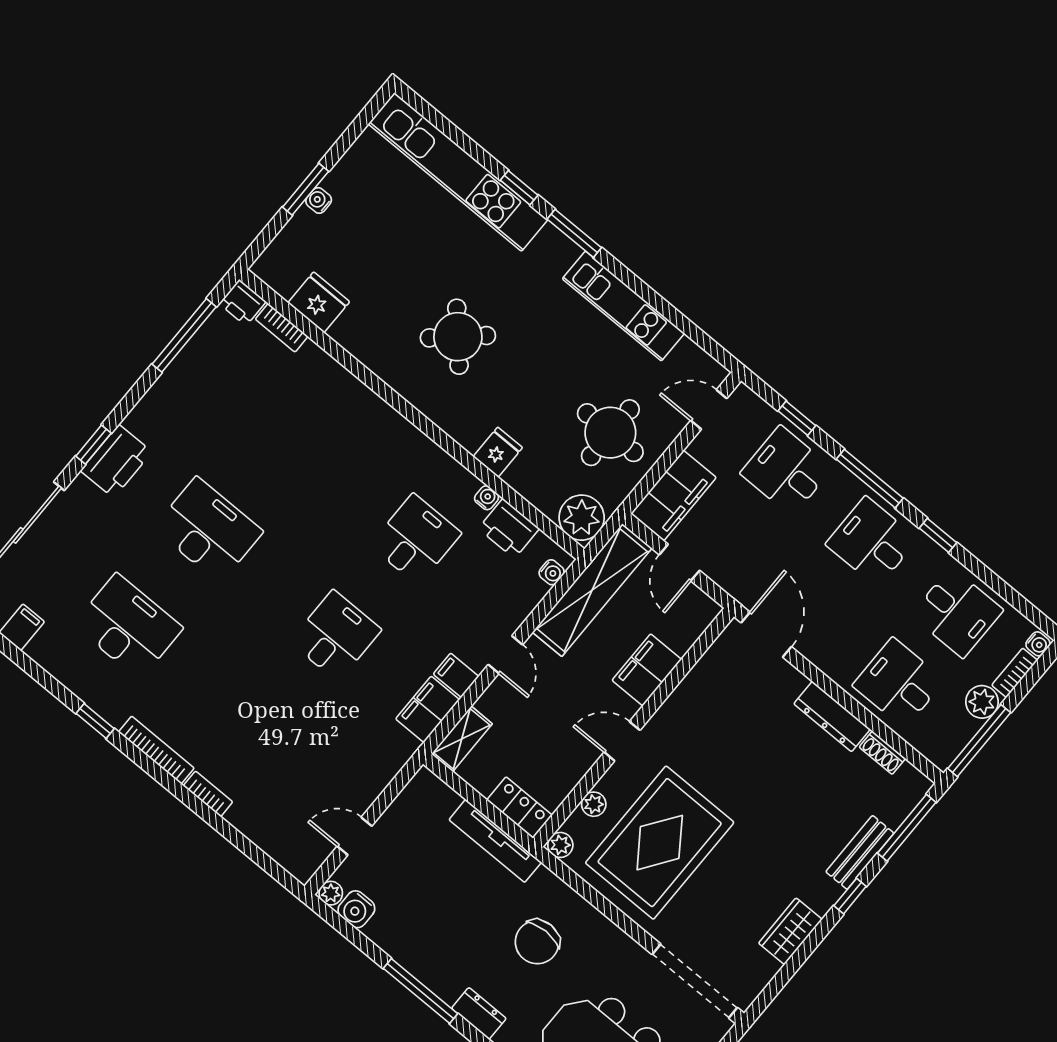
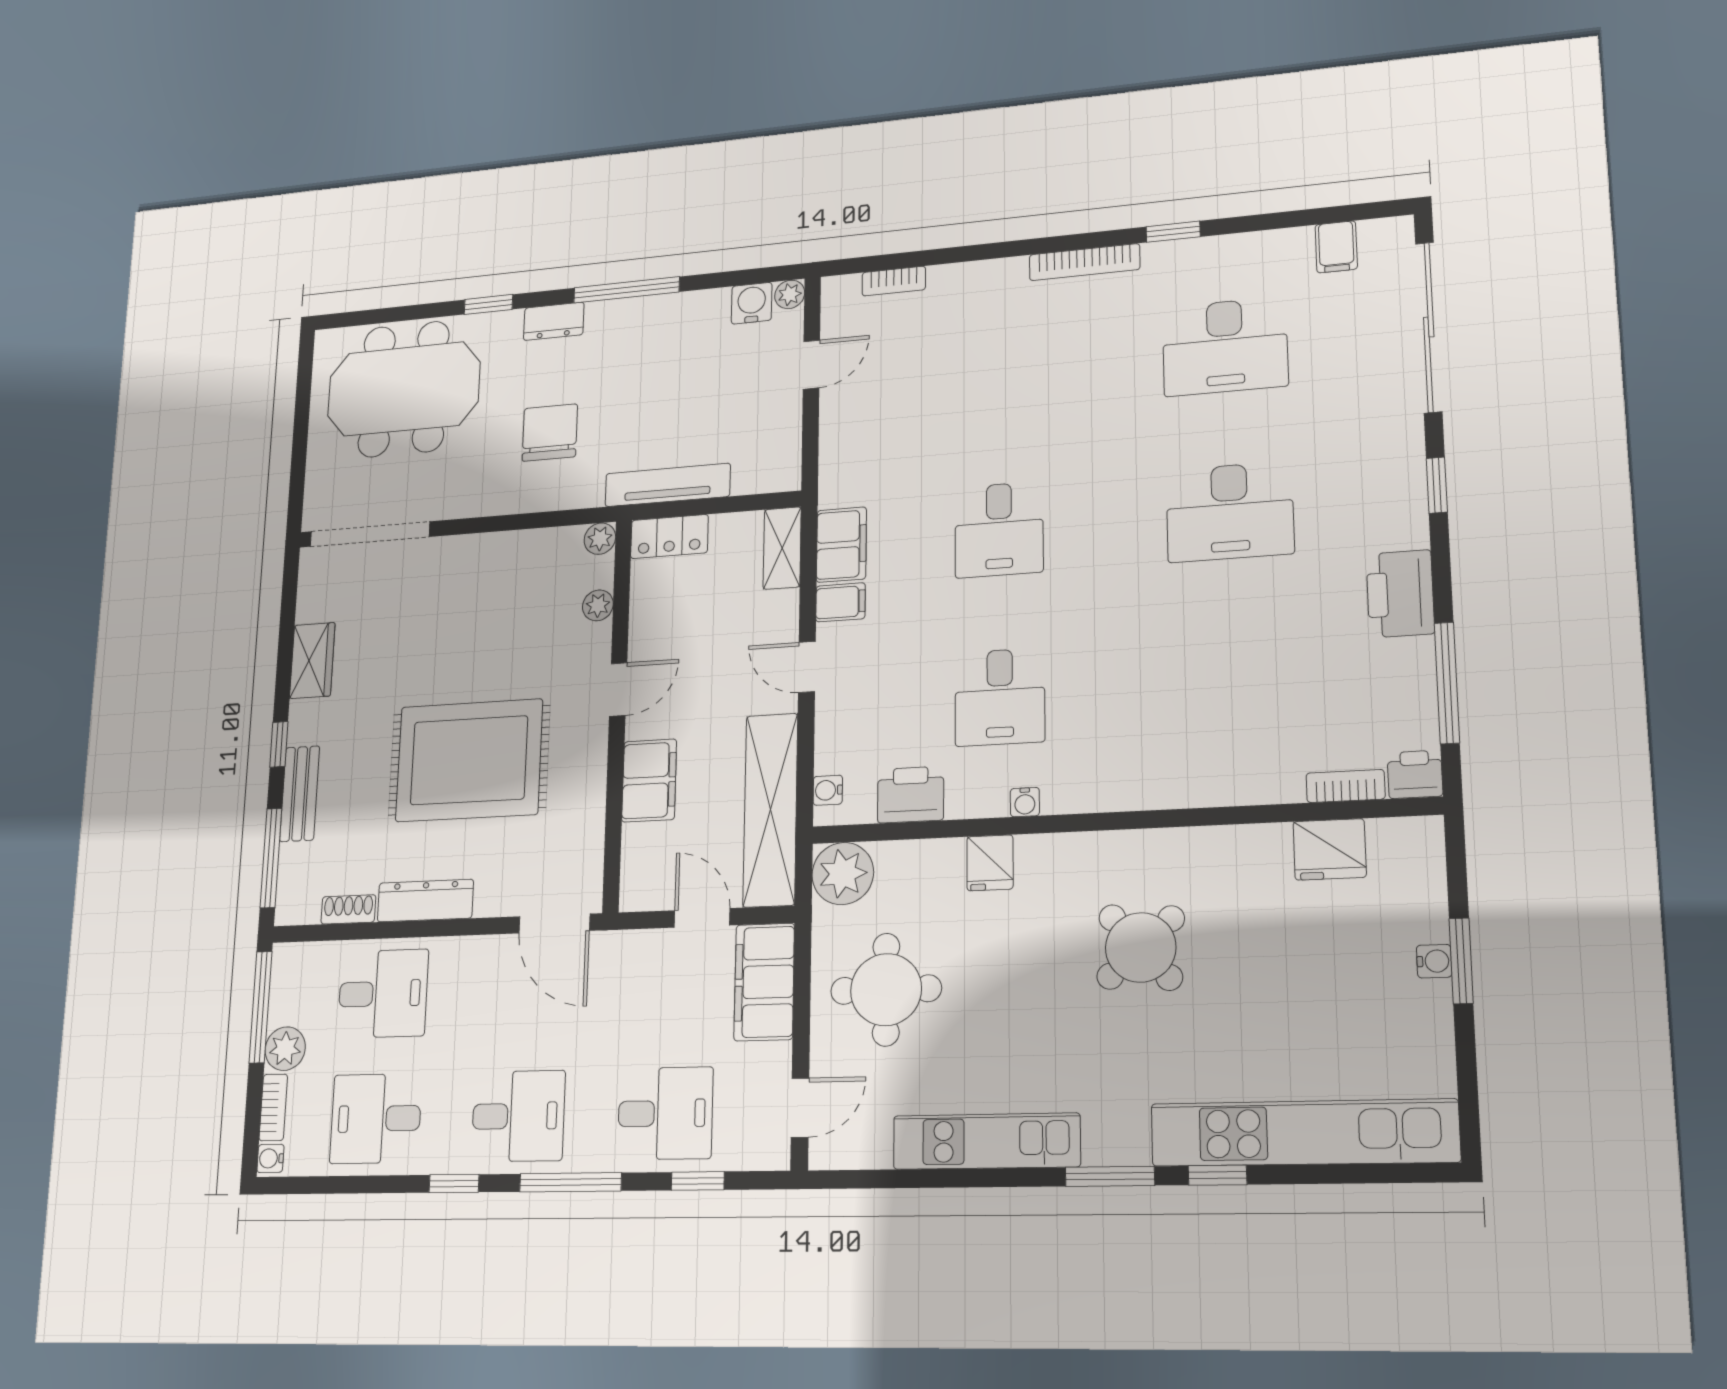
printer: (116, 461) -> (1400, 594), moved
water cooler: (487, 498) -> (1025, 802), moved
bookcase: (208, 794) -> (894, 281), moved
rug: (660, 843) -> (469, 760), moved, turned 90

